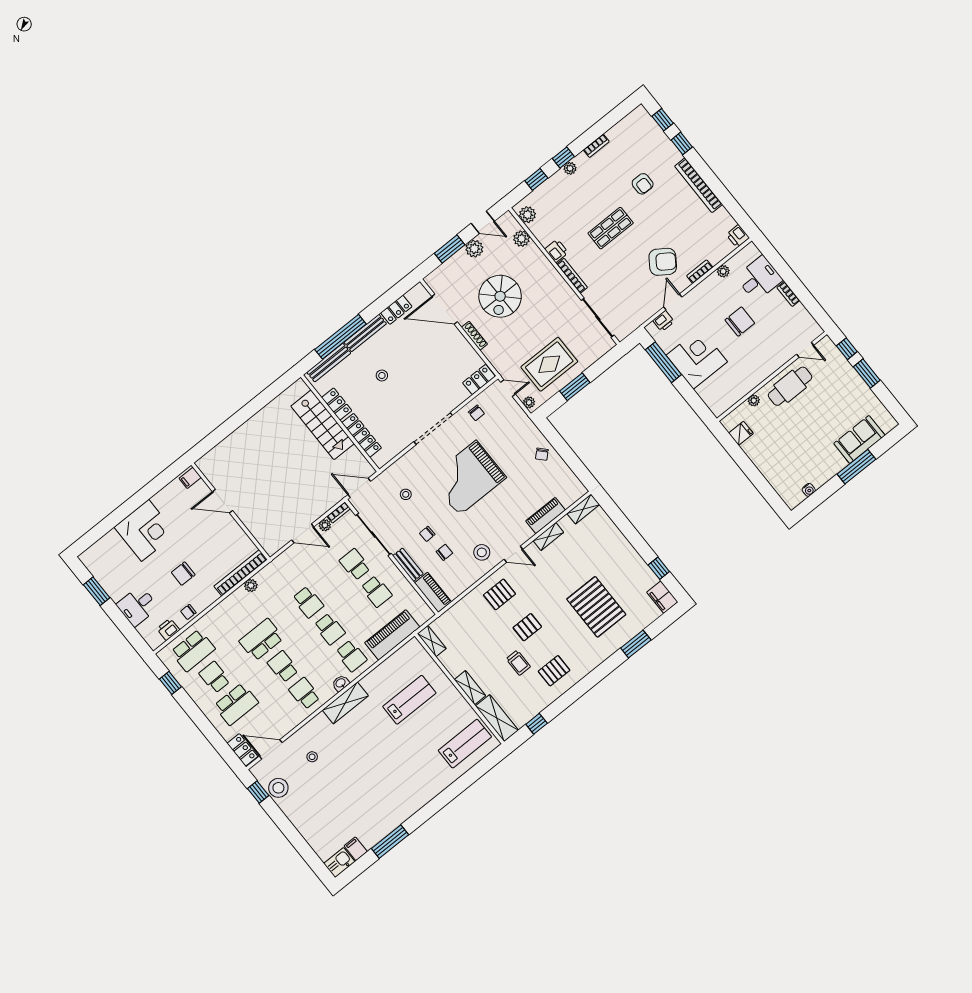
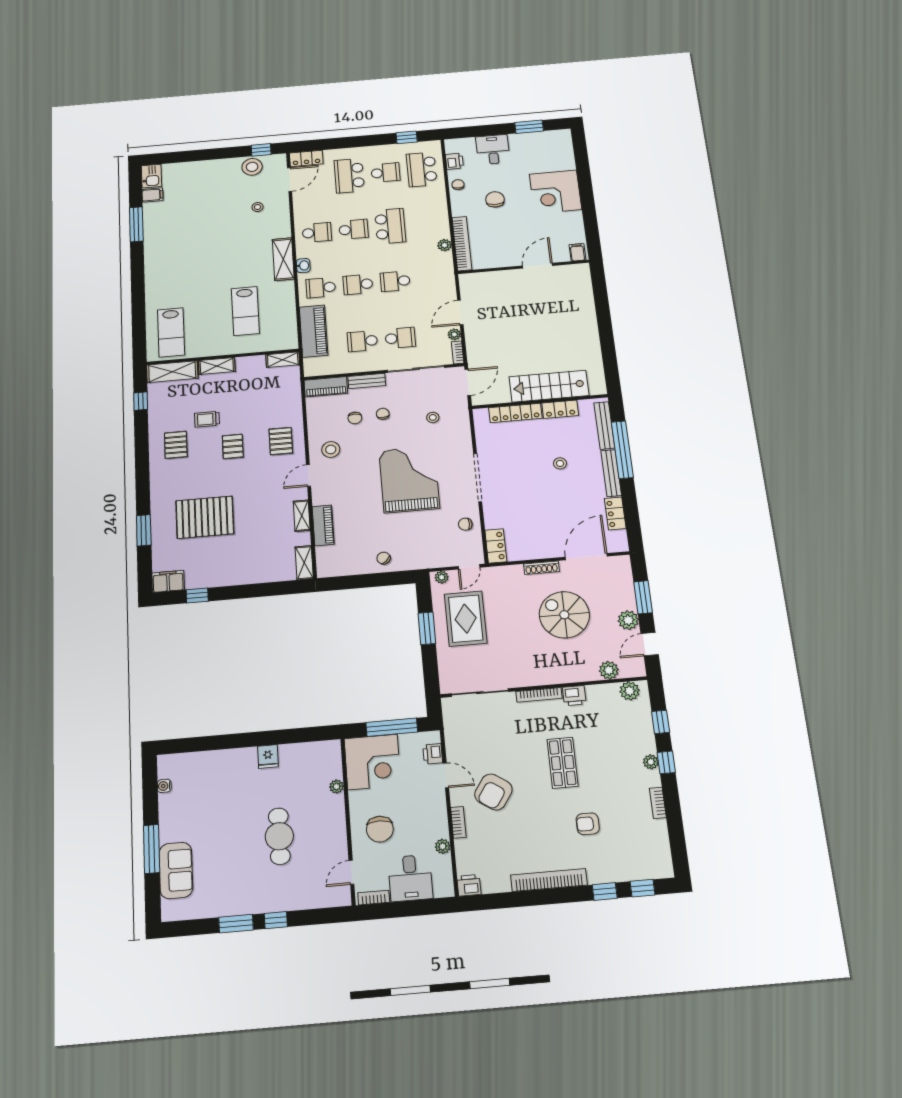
door: (805, 350) -> (351, 872), moved
wall: (772, 376) -> (348, 821), moved
plant: (754, 400) -> (337, 787), moved

